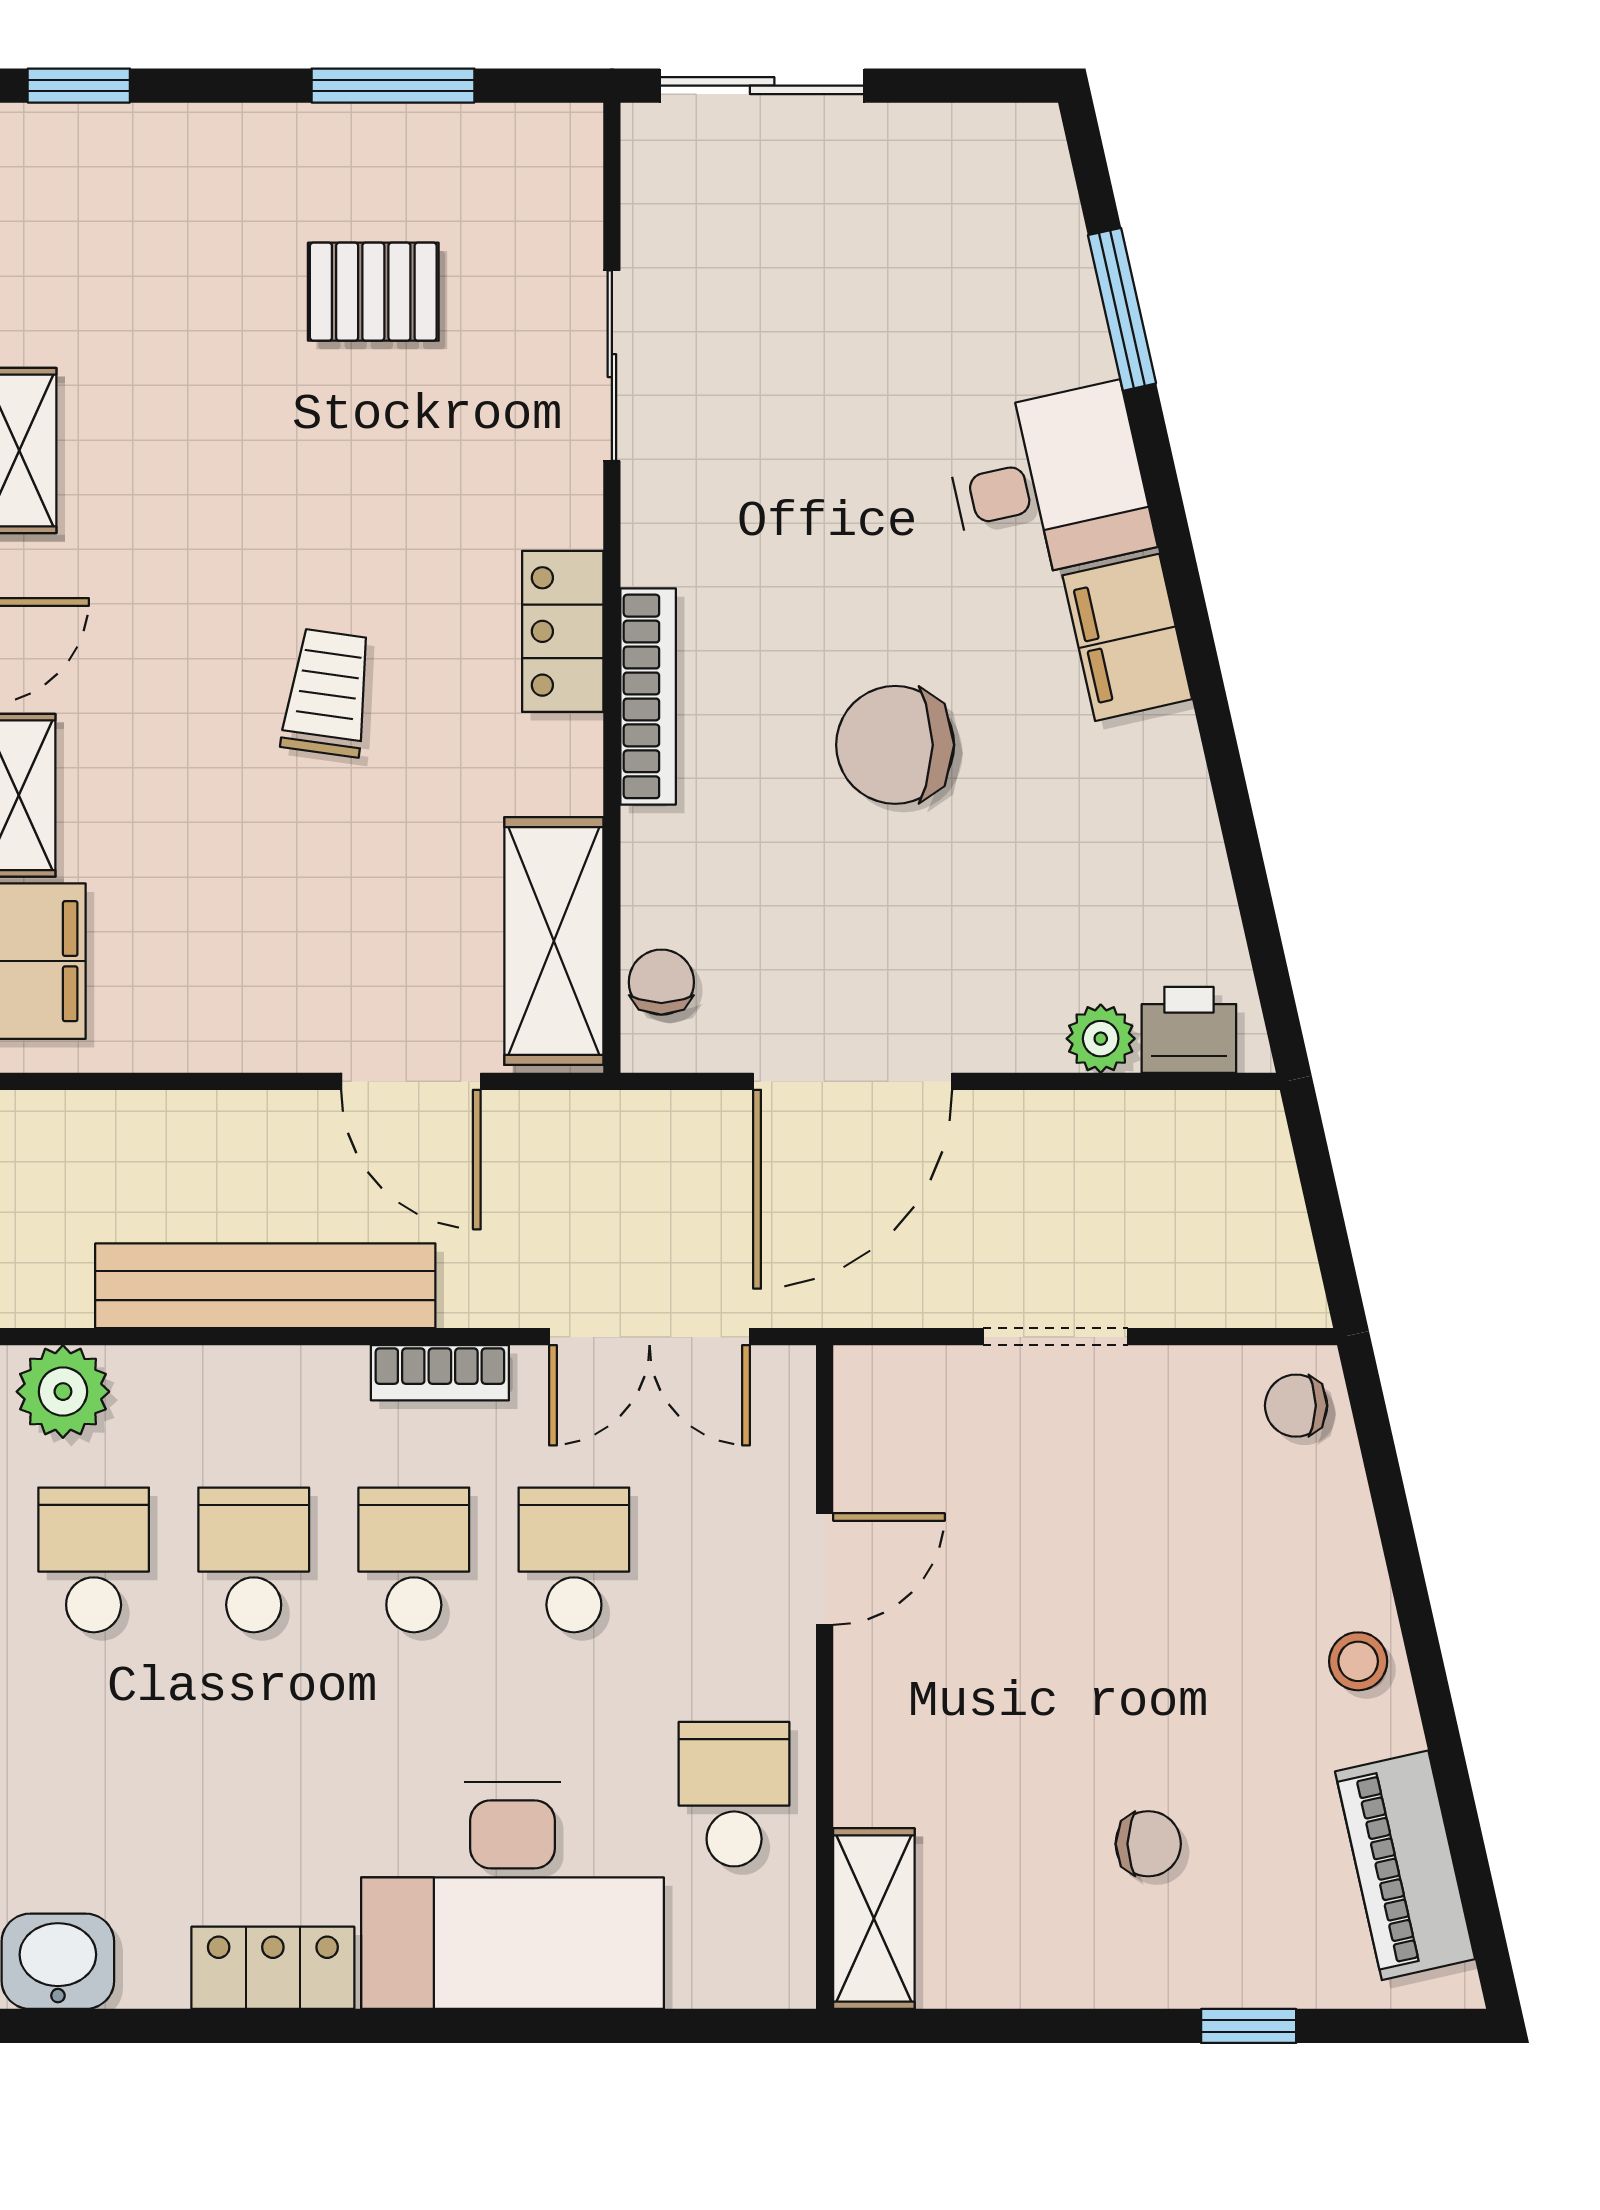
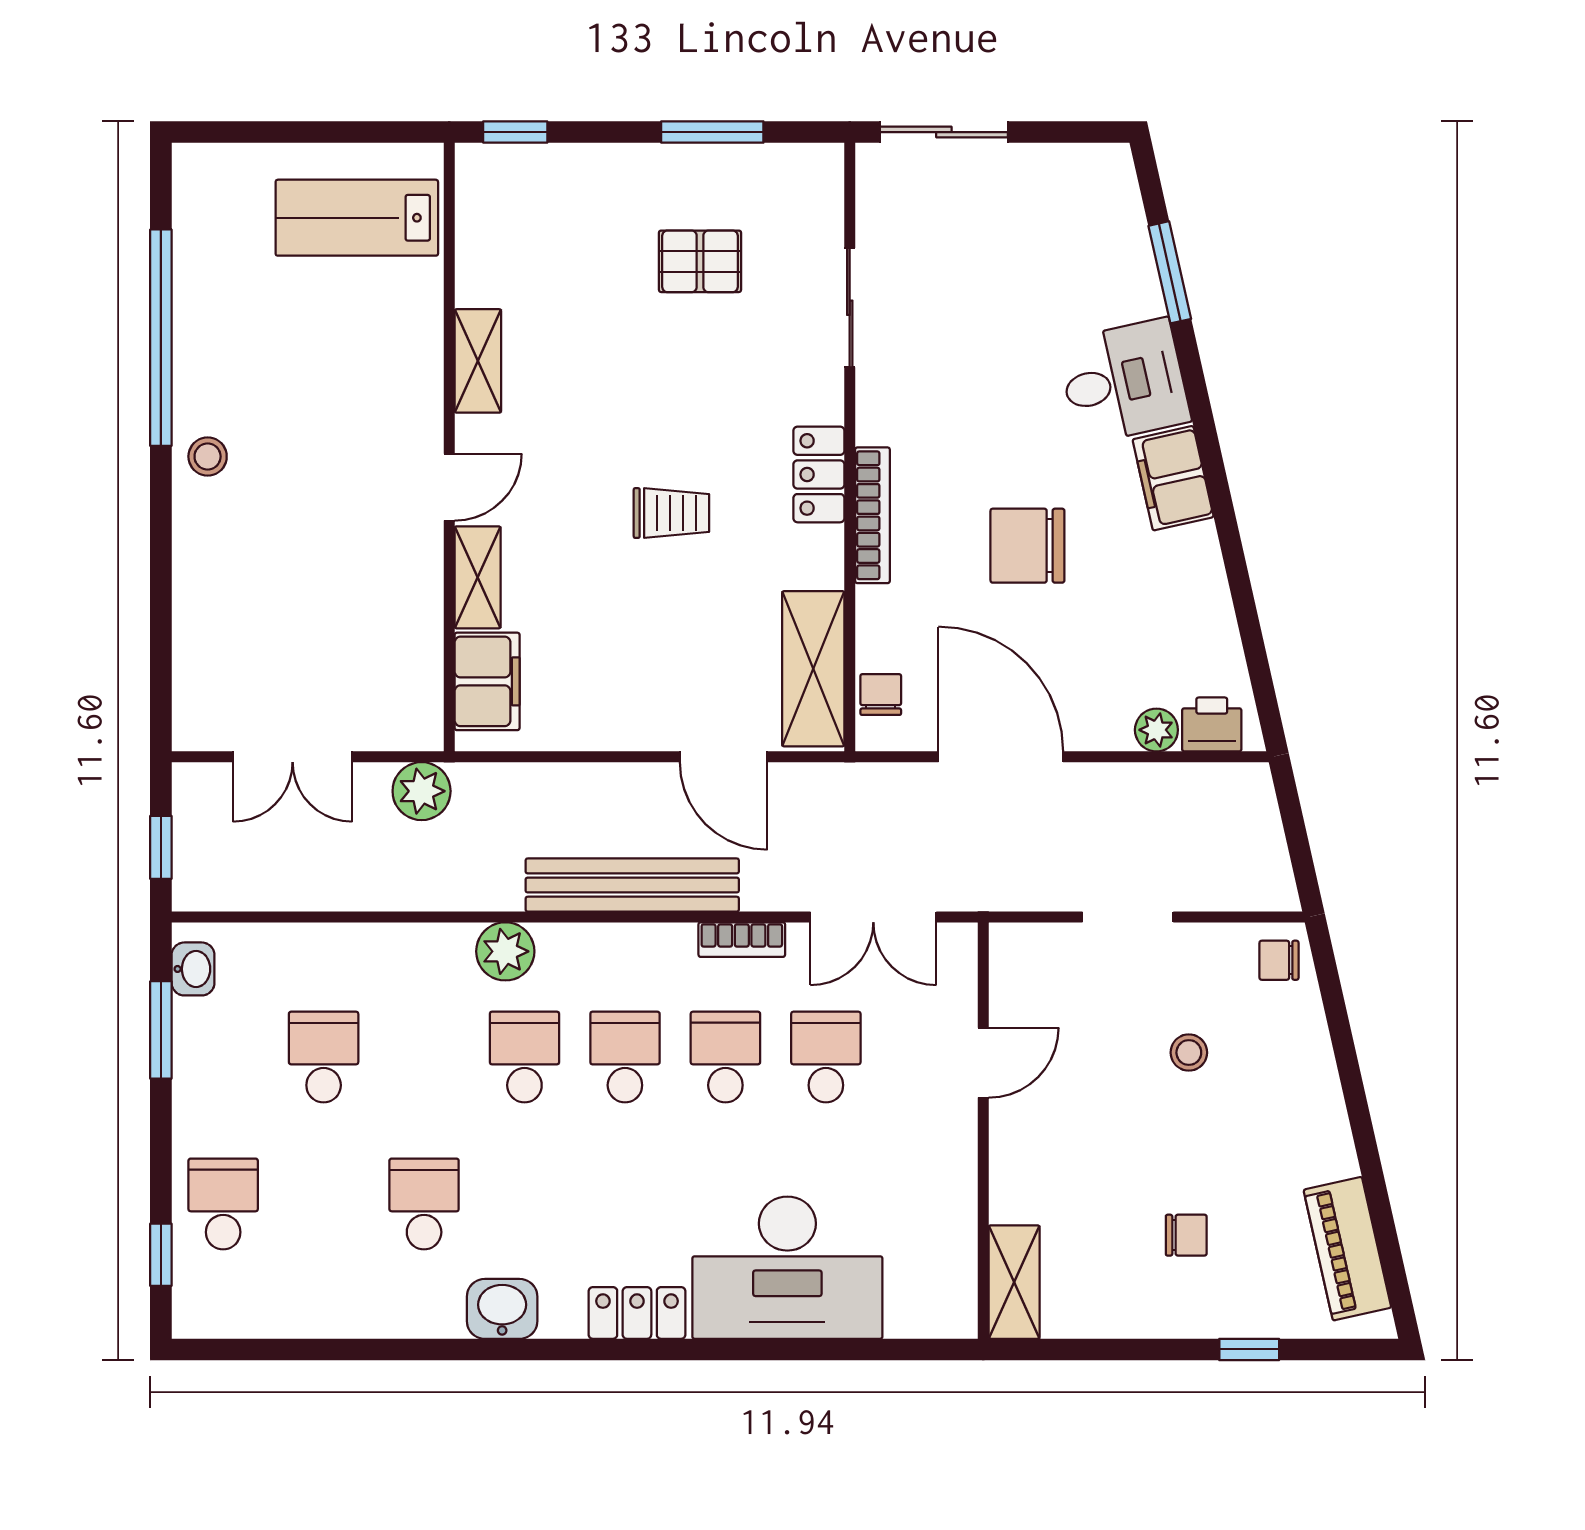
trolley: (328, 693) -> (671, 513), turned 82
door: (853, 1081) -> (1001, 757), swing flipped
stool: (1358, 1661) -> (1189, 1053), moved
school desk: (734, 1794) -> (926, 1204), removed

